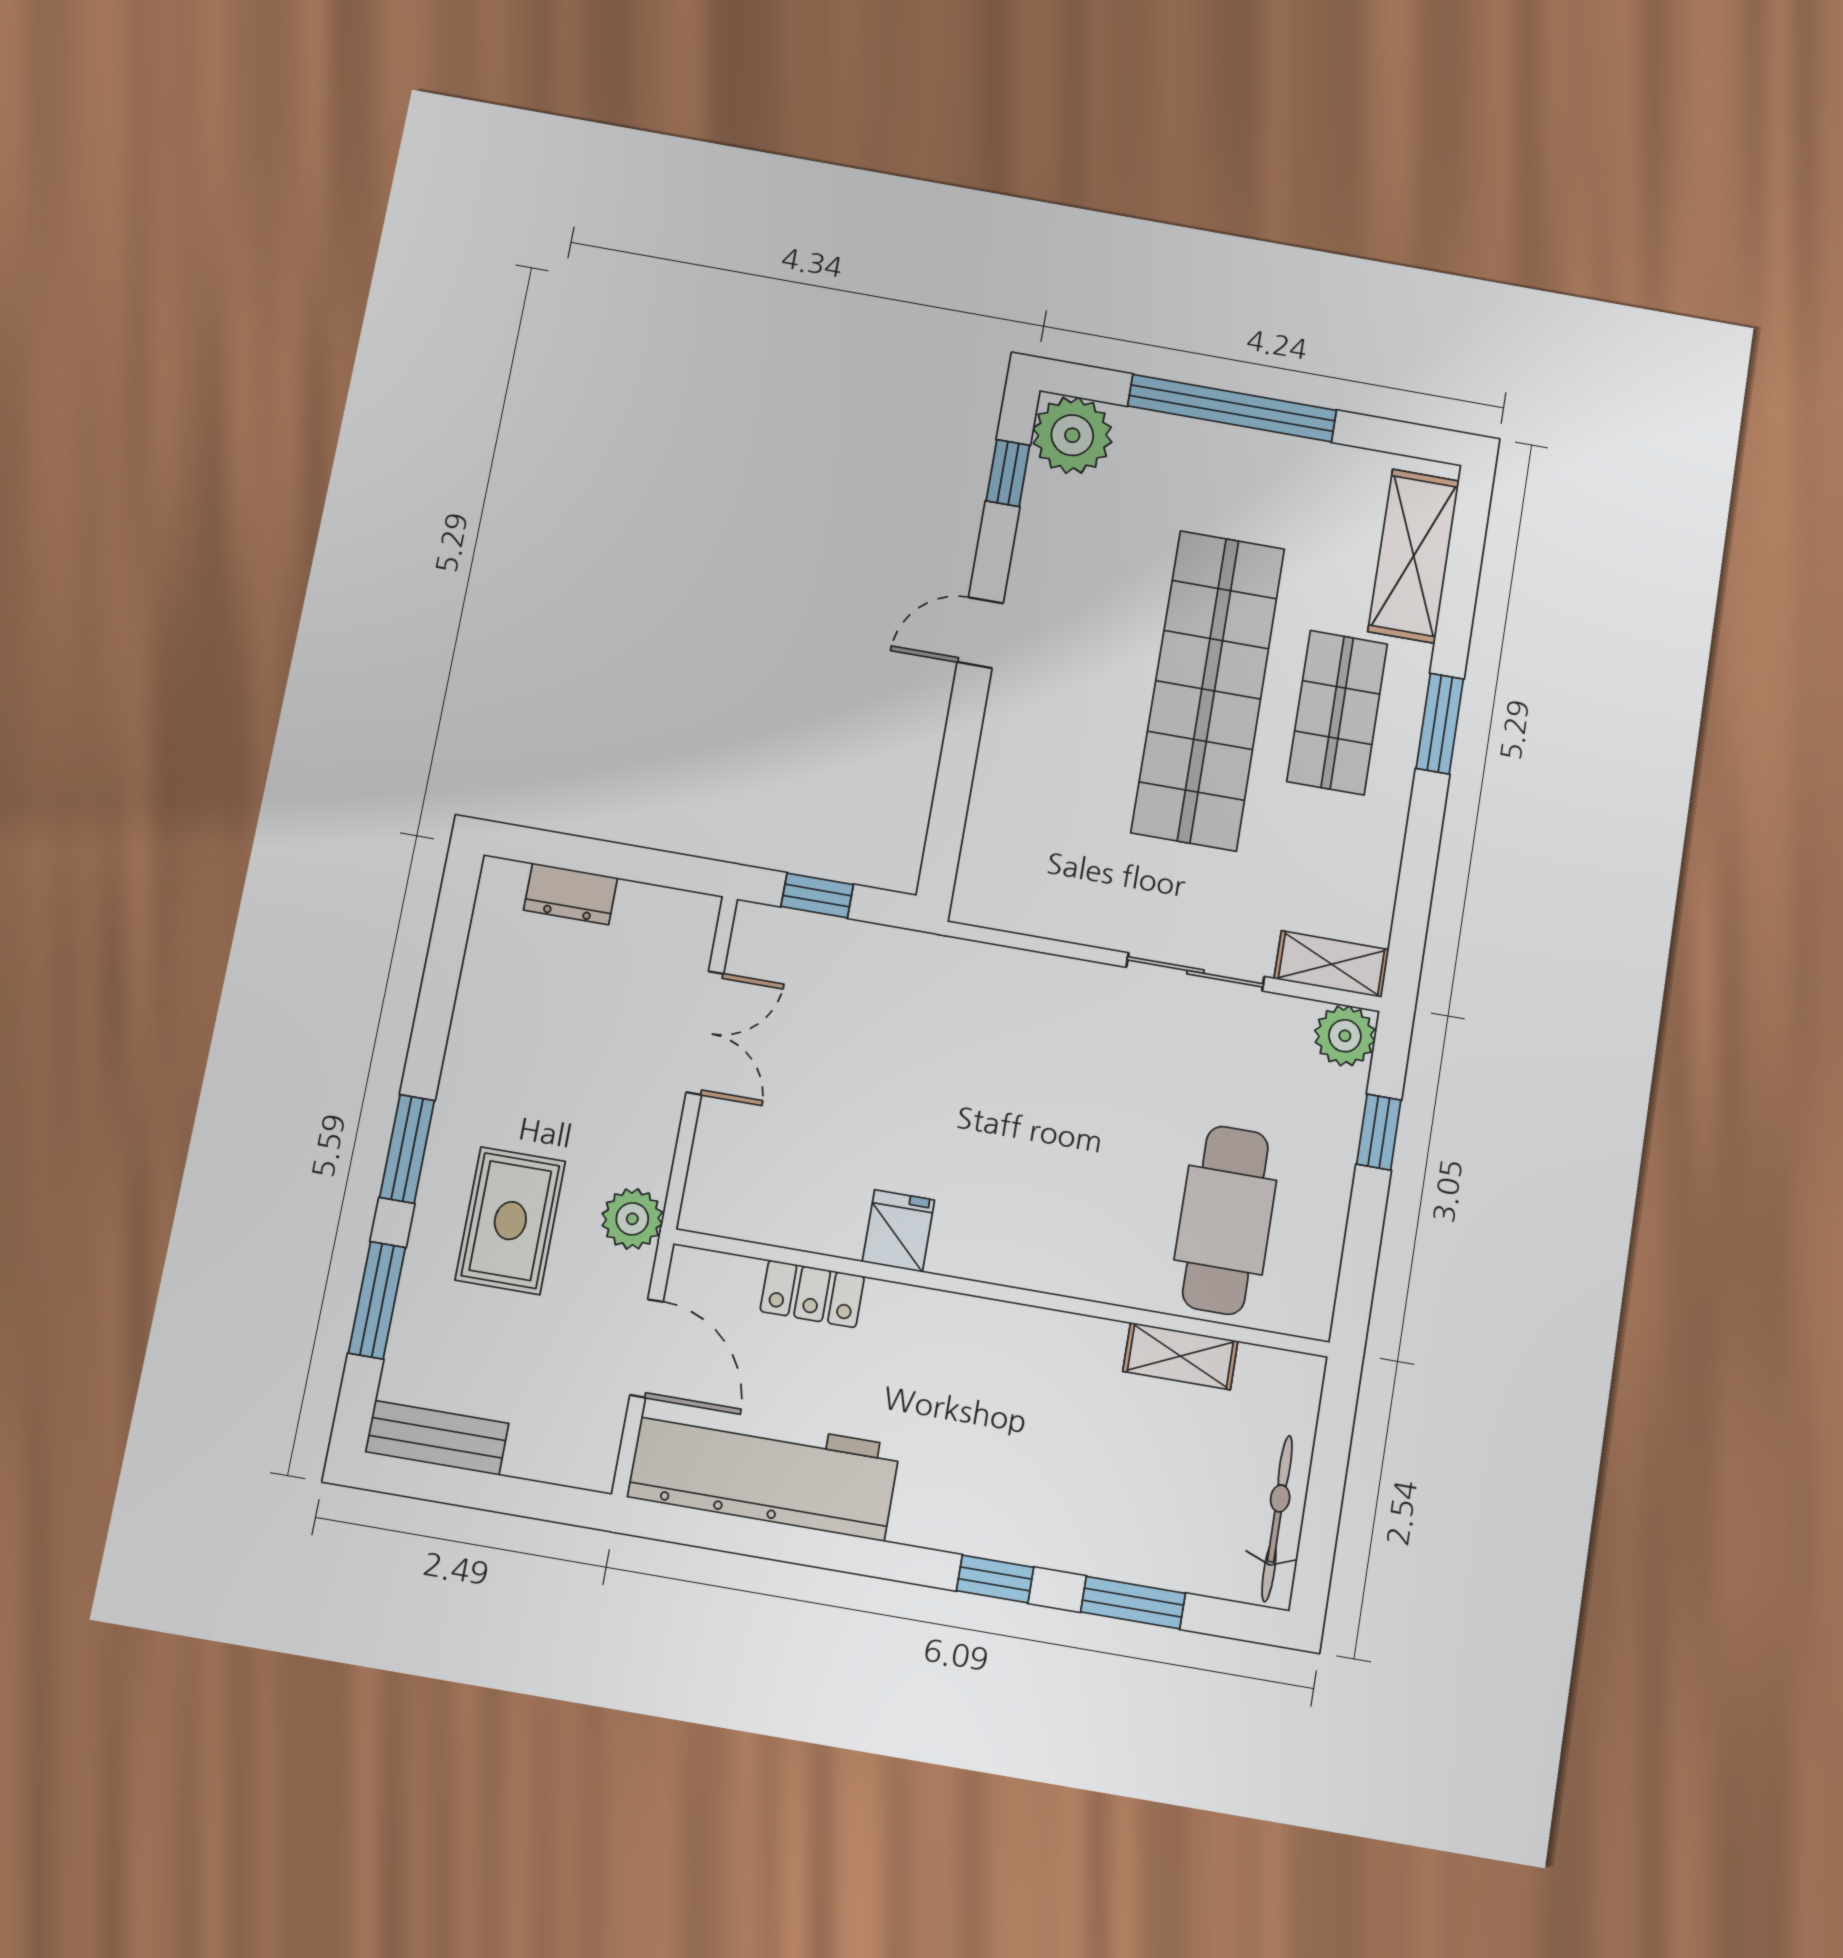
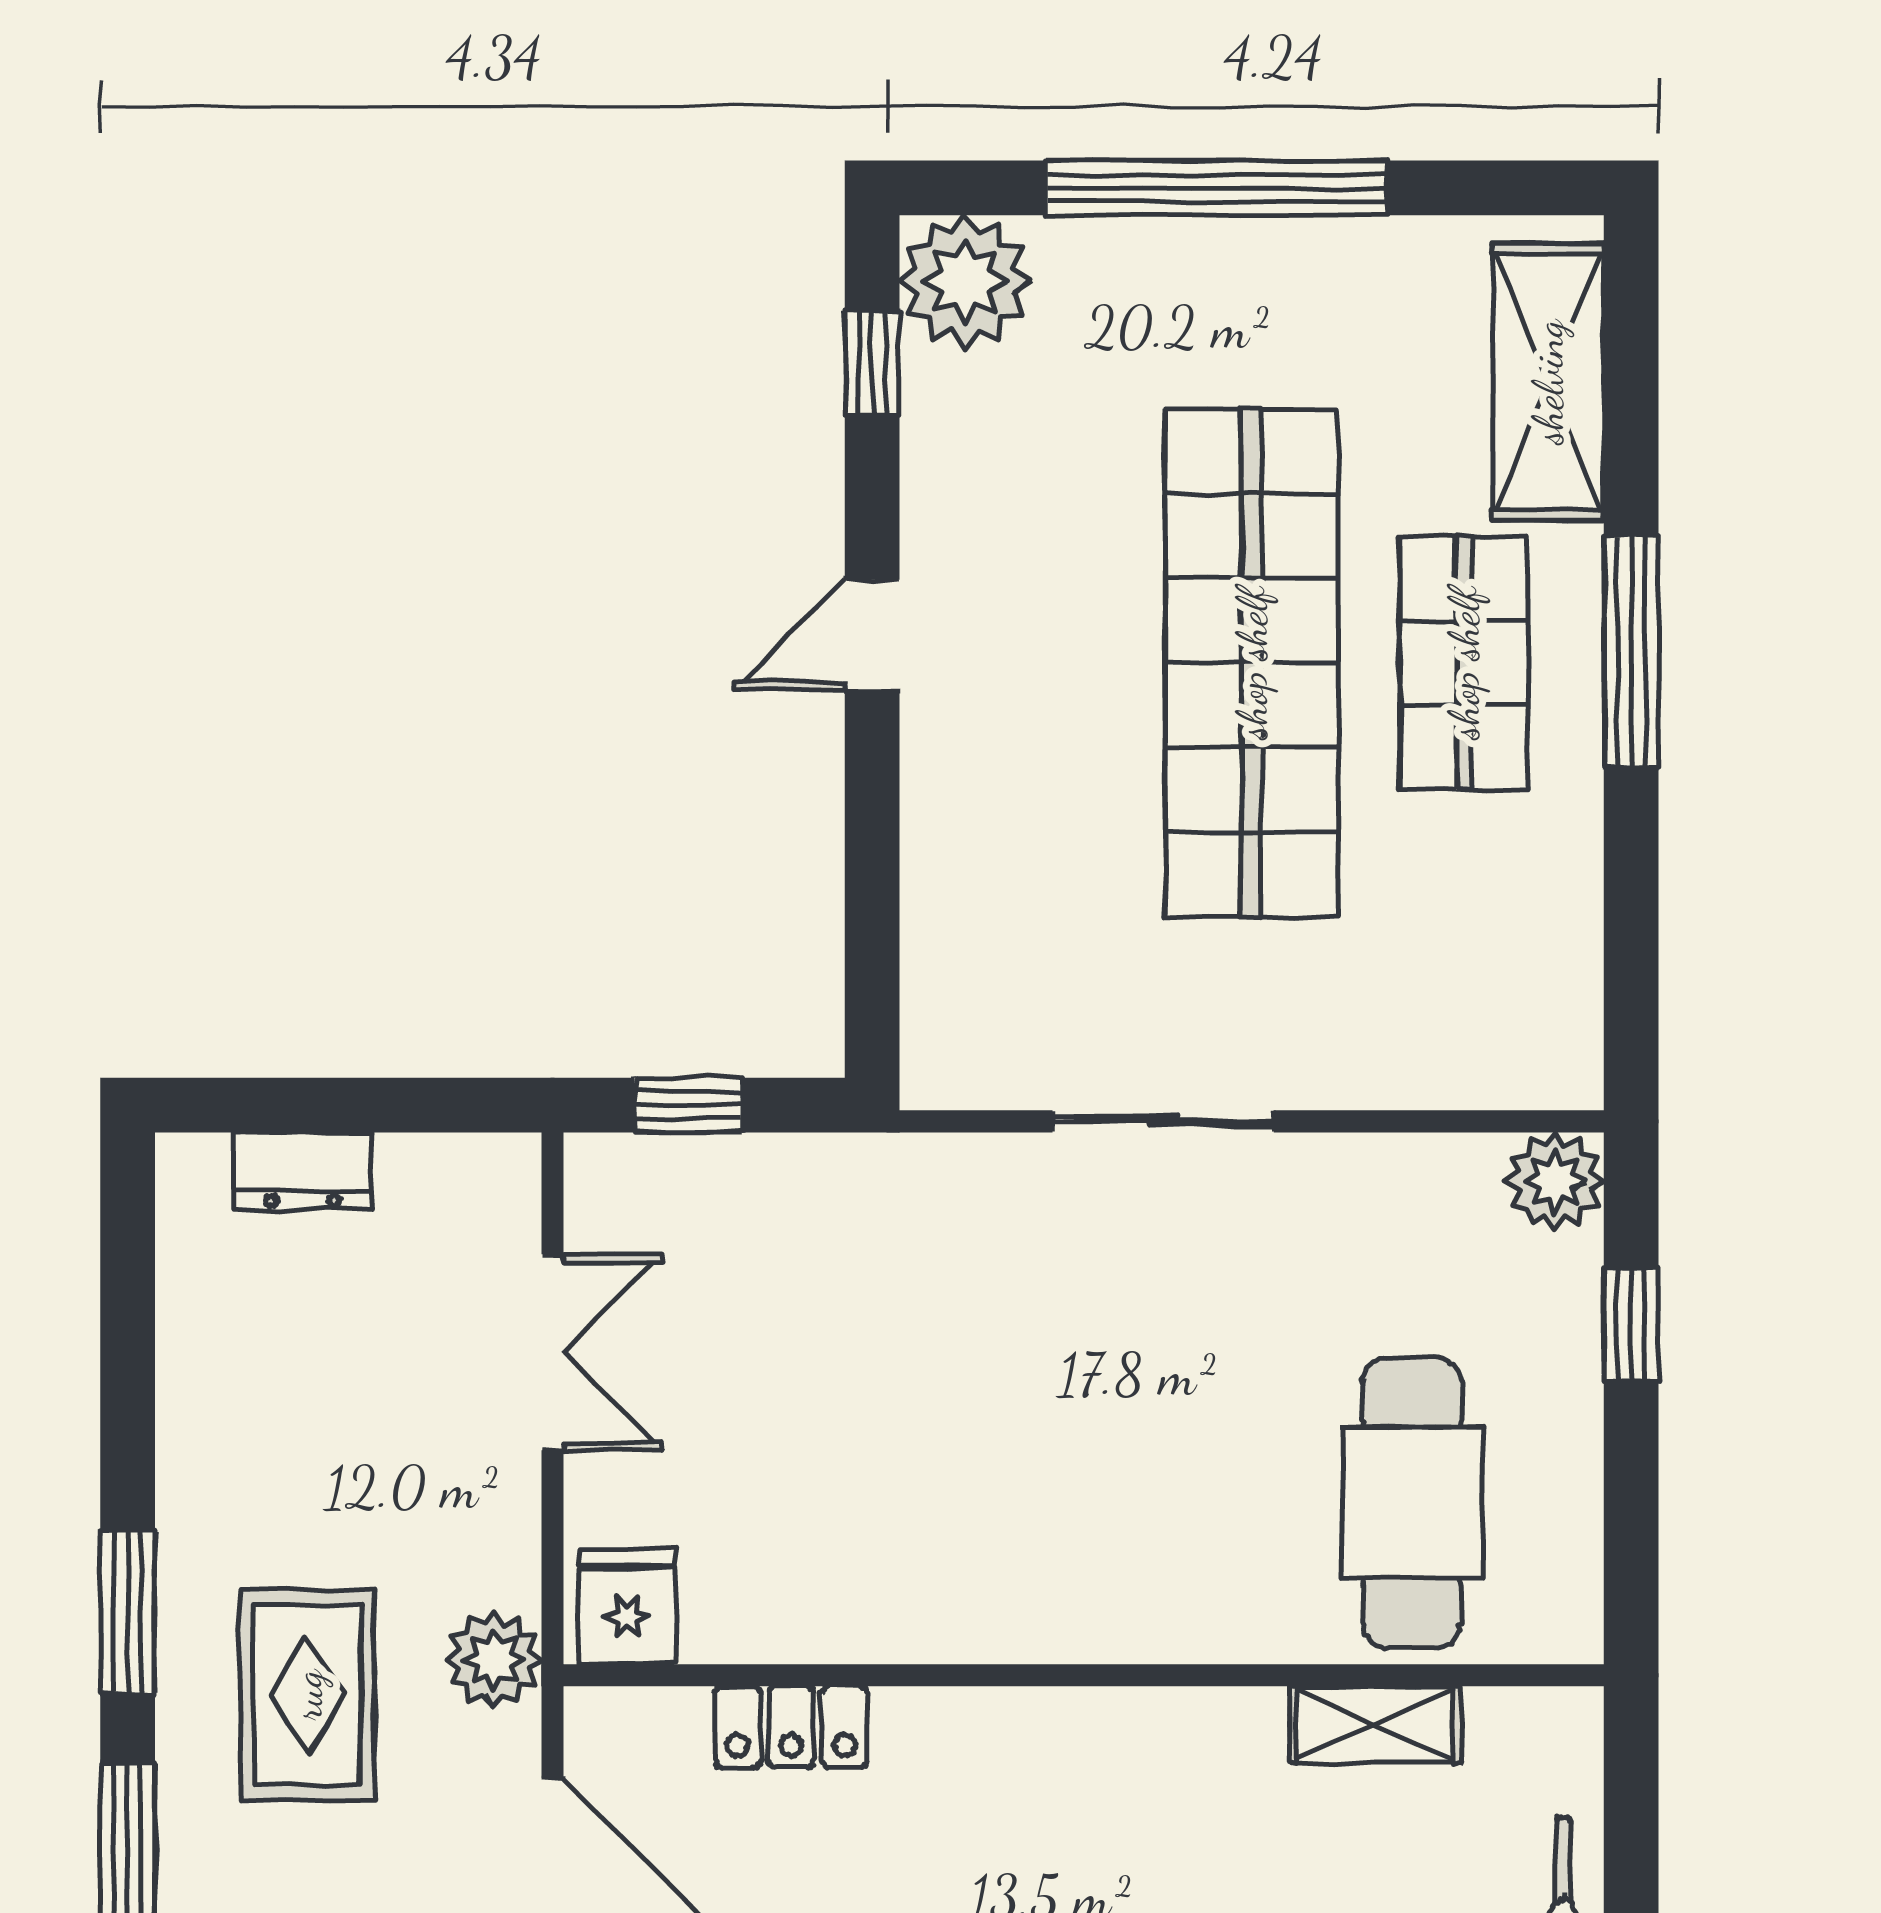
window: (1440, 724) -> (1631, 652), width x1.44
shelving: (1331, 964) -> (1516, 1071), removed
sliding door: (1195, 972) -> (1163, 1121), moved
fridge: (898, 1231) -> (628, 1607), moved

